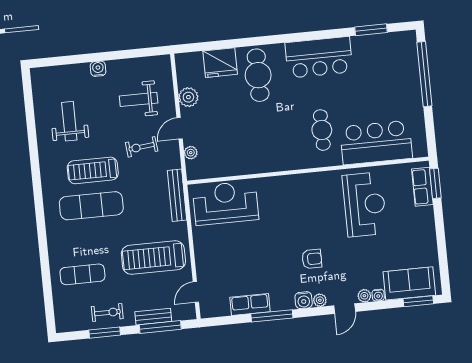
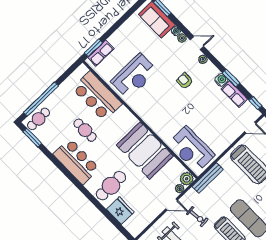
window: (371, 30) -> (32, 138), moved
cafe table: (404, 53) -> (39, 119), added
plant: (188, 97) -> (187, 179), moved
cafe table: (322, 130) -> (85, 130), moved, turned 90
booth: (268, 148) -> (145, 150), added
reception desk: (365, 204) -> (134, 76), turned 180
water cooler: (304, 300) -> (221, 80), moved
window: (272, 316) -> (231, 78), width x0.69
window: (220, 321) -> (255, 103), added

